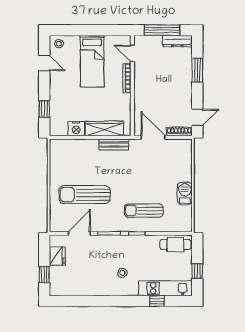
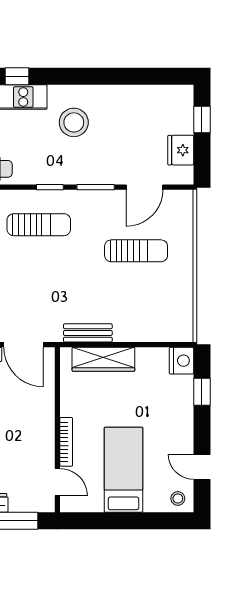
nightstand: (76, 129) -> (182, 361), moved, turned 90
sun lounger: (84, 195) -> (136, 251), width x0.73, depth x0.75
stool: (122, 273) -> (74, 122), width x1.89, depth x1.89

